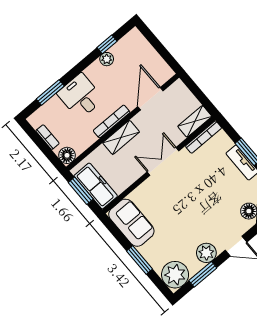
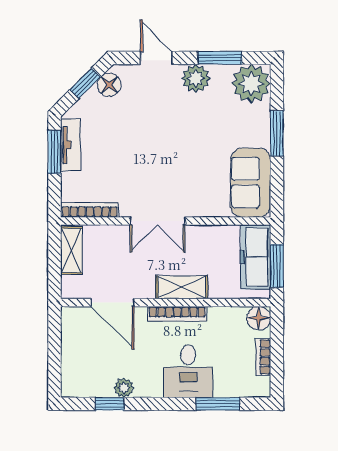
door: (150, 99) -> (113, 303), hinge flipped
shelving: (195, 121) -> (71, 250), moved, turned 90

